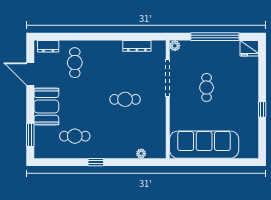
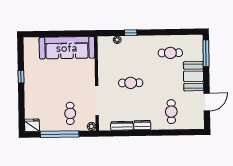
dresser: (48, 46) -> (142, 125), moved
door: (30, 74) -> (207, 102), hinge flipped
cafe table: (207, 87) -> (70, 113), moved
window: (30, 135) -> (206, 53), width x1.44
window: (96, 162) -> (131, 33), moved

